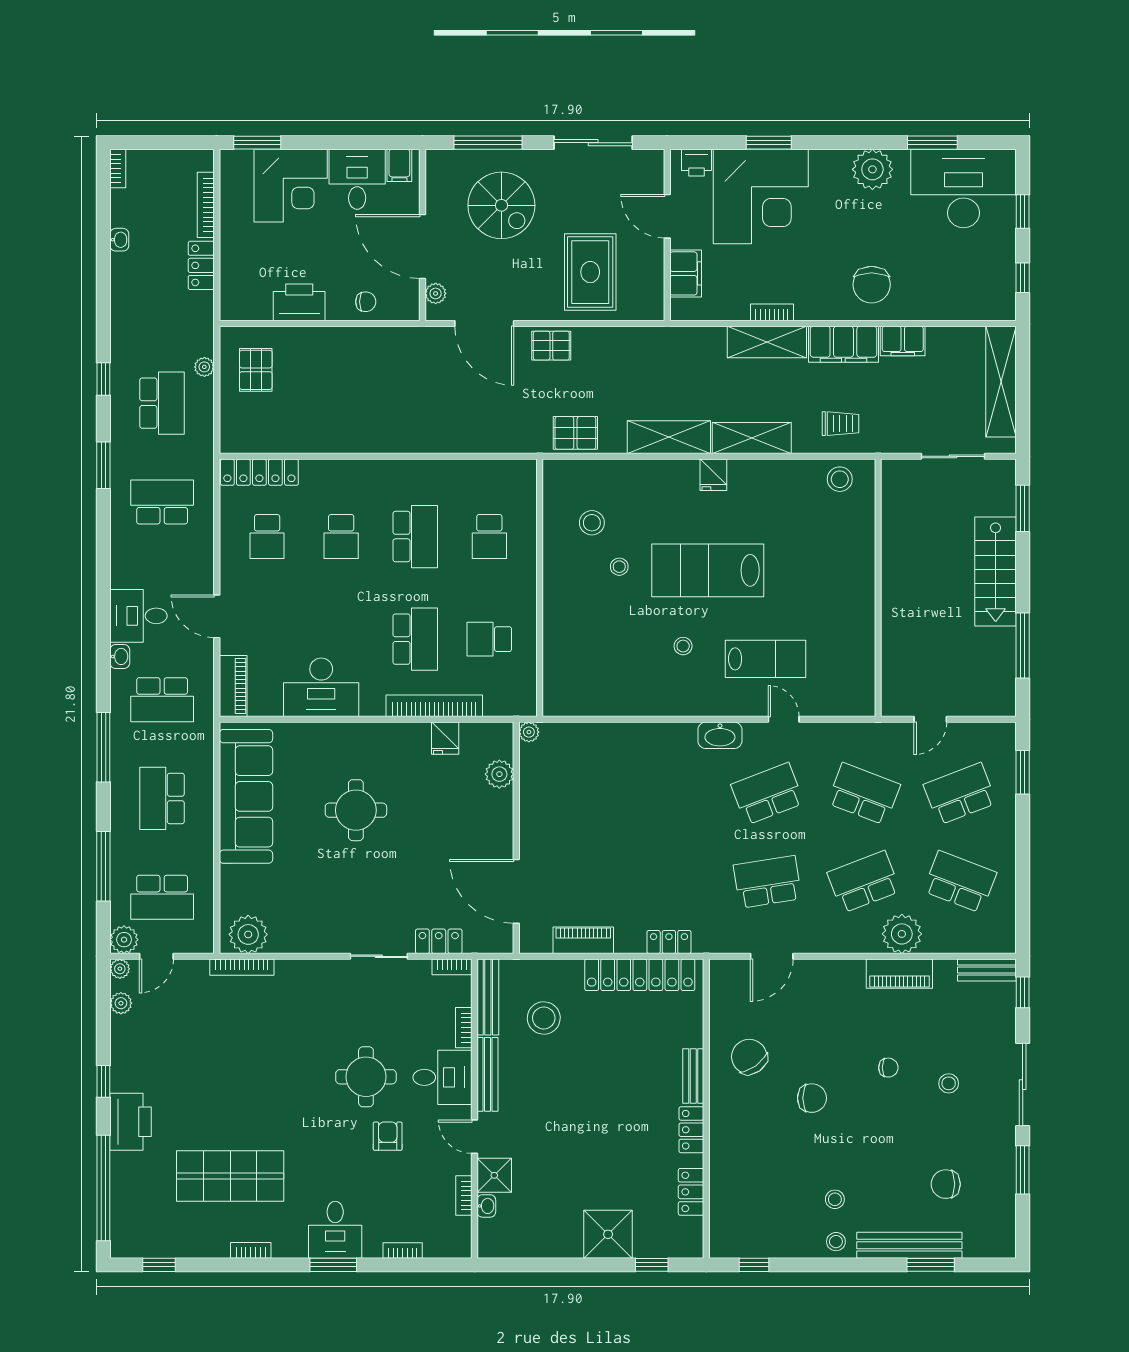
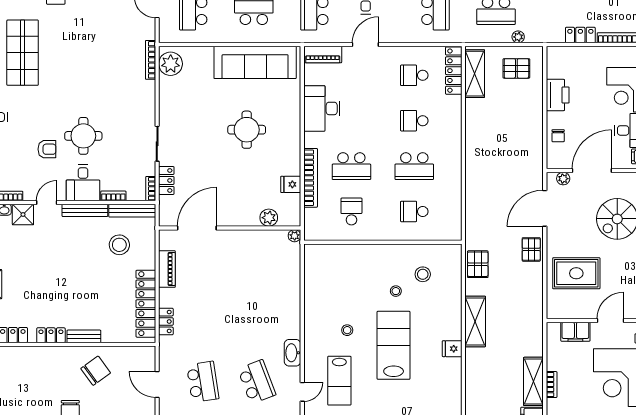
shelving: (752, 438) -> (475, 74), moved

